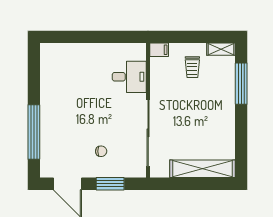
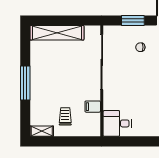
filing cabinet: (159, 50) -> (93, 107), moved
desk: (129, 77) -> (117, 123), moved
window: (241, 84) -> (25, 83), moved

